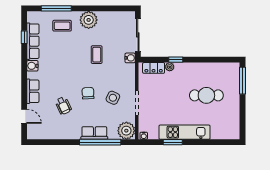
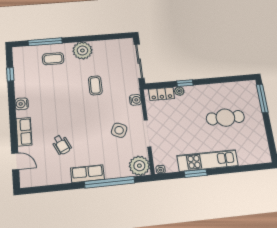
row of seats: (33, 41) -> (21, 77), removed
water cooler: (130, 58) -> (135, 100), moved
chair: (88, 93) -> (90, 128), removed
row of seats: (94, 133) -> (87, 174), moved

